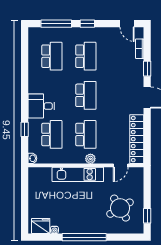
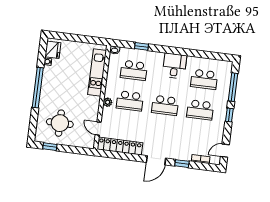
desk: (41, 106) -> (174, 66), moved
kitchen unit: (78, 174) -> (97, 72), moved
round table: (120, 208) -> (60, 123), turned 31

